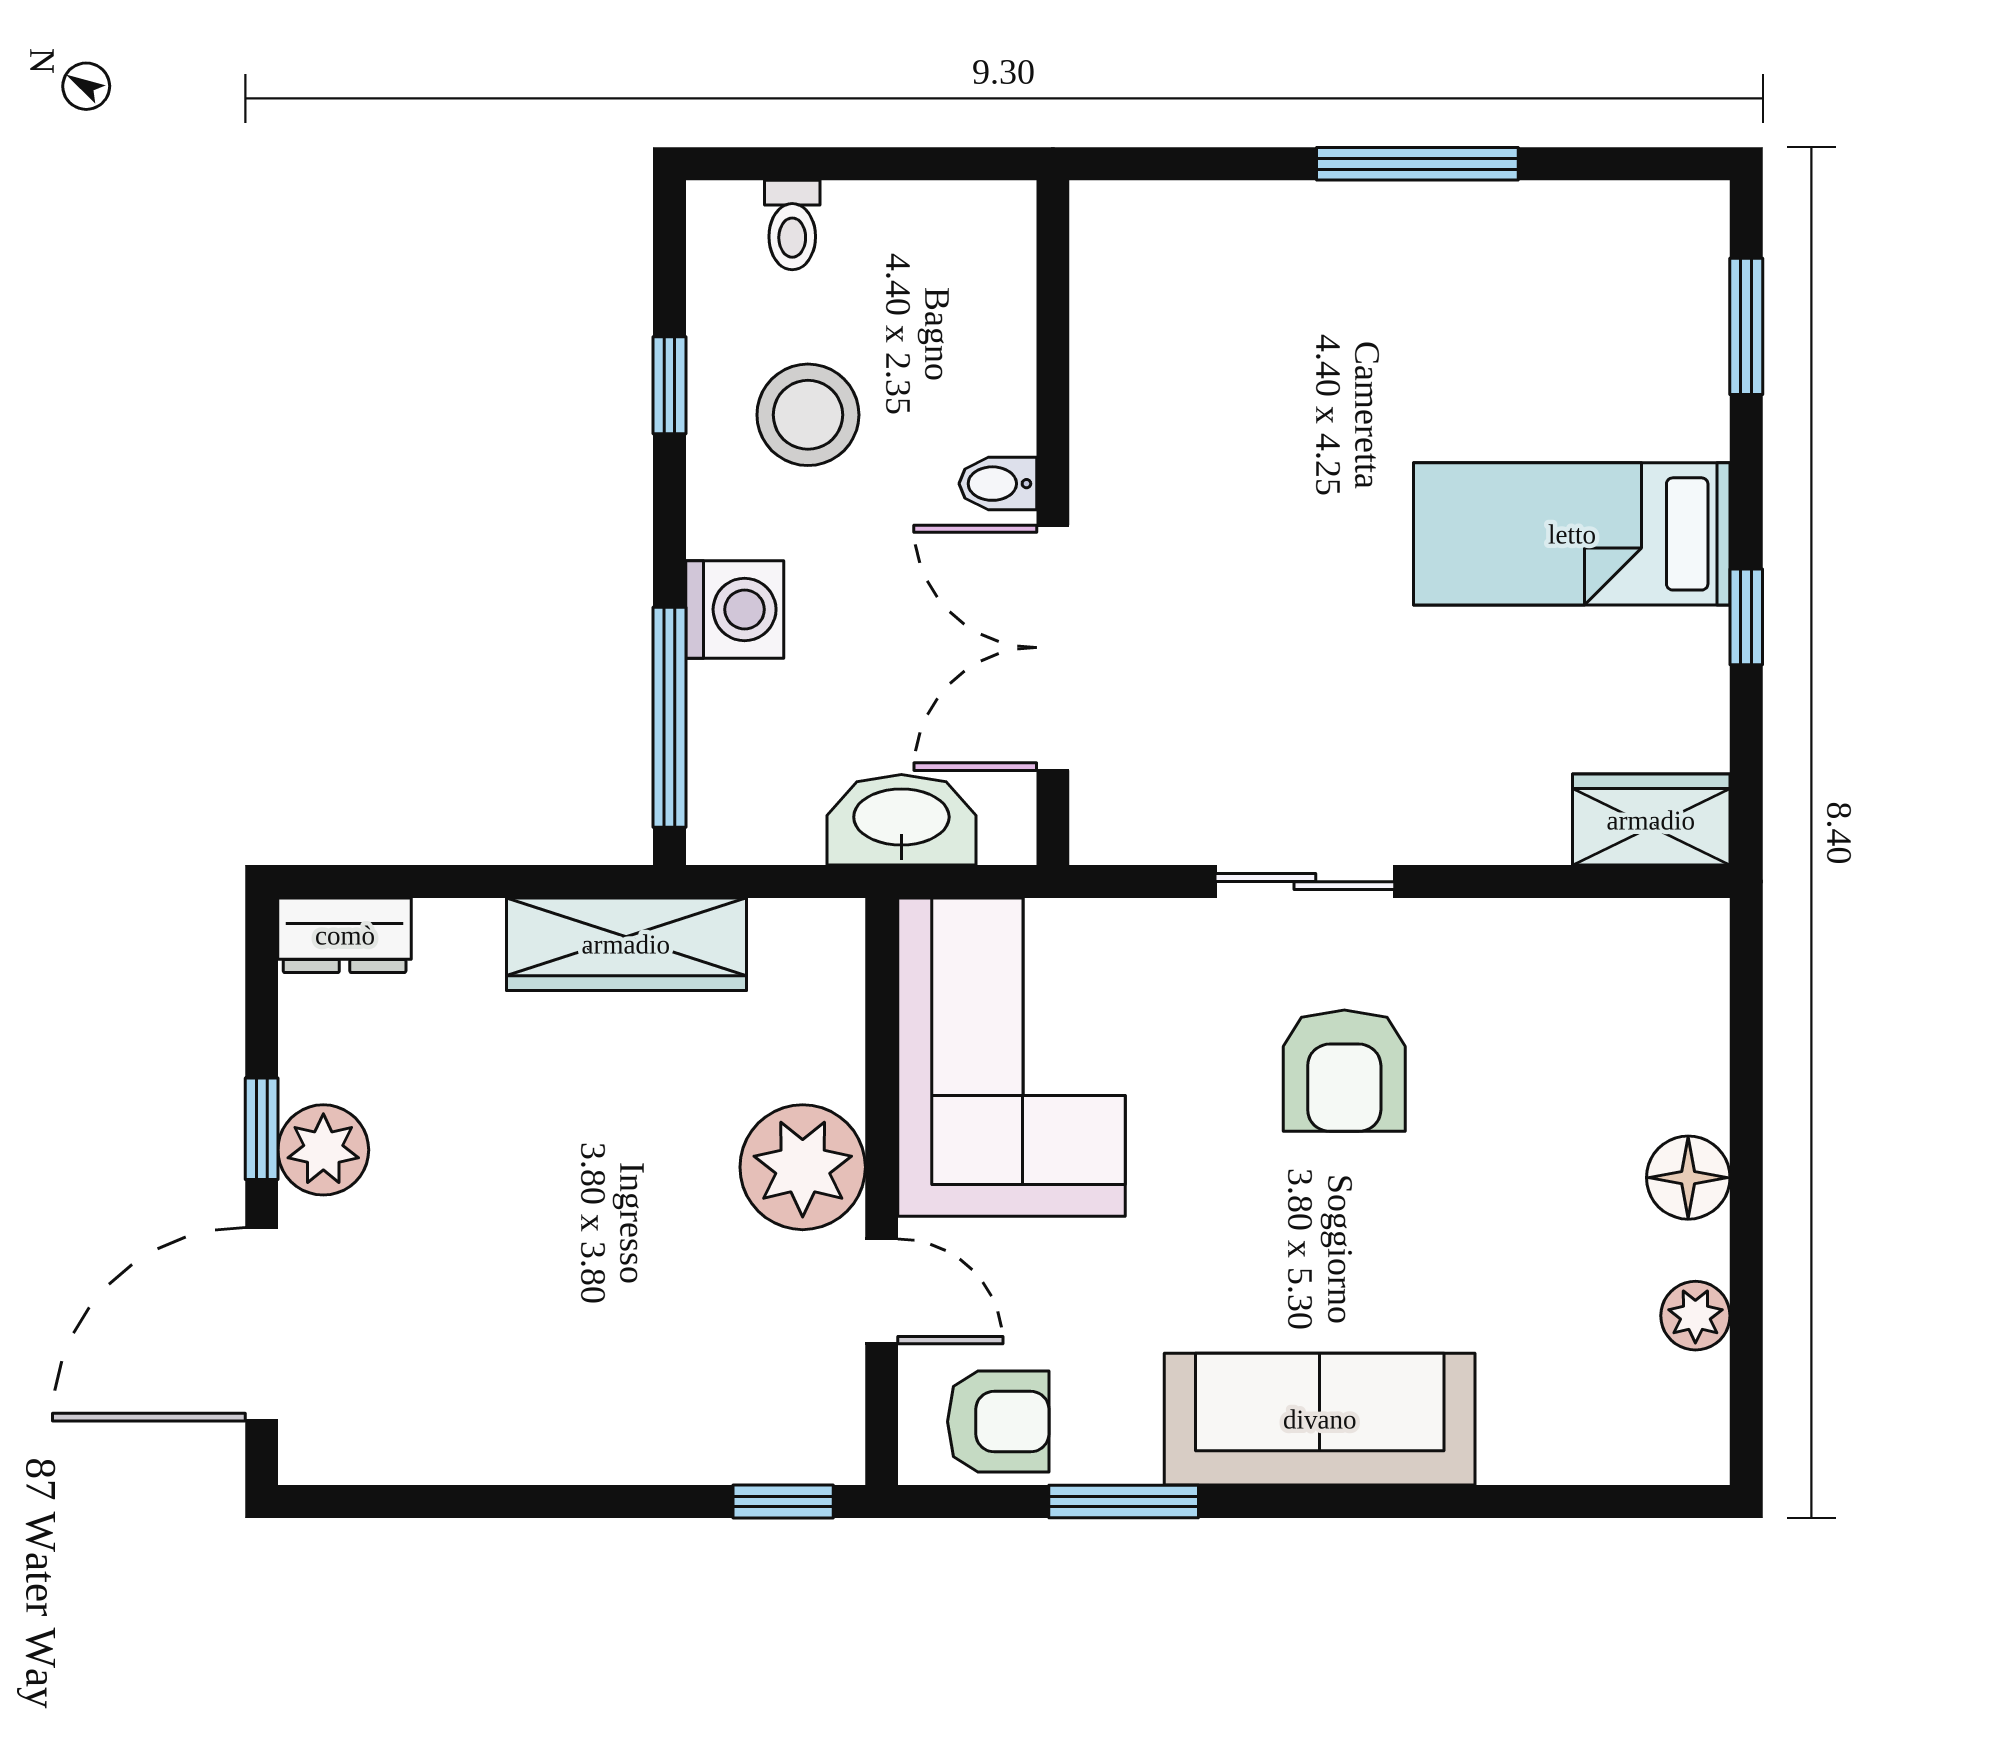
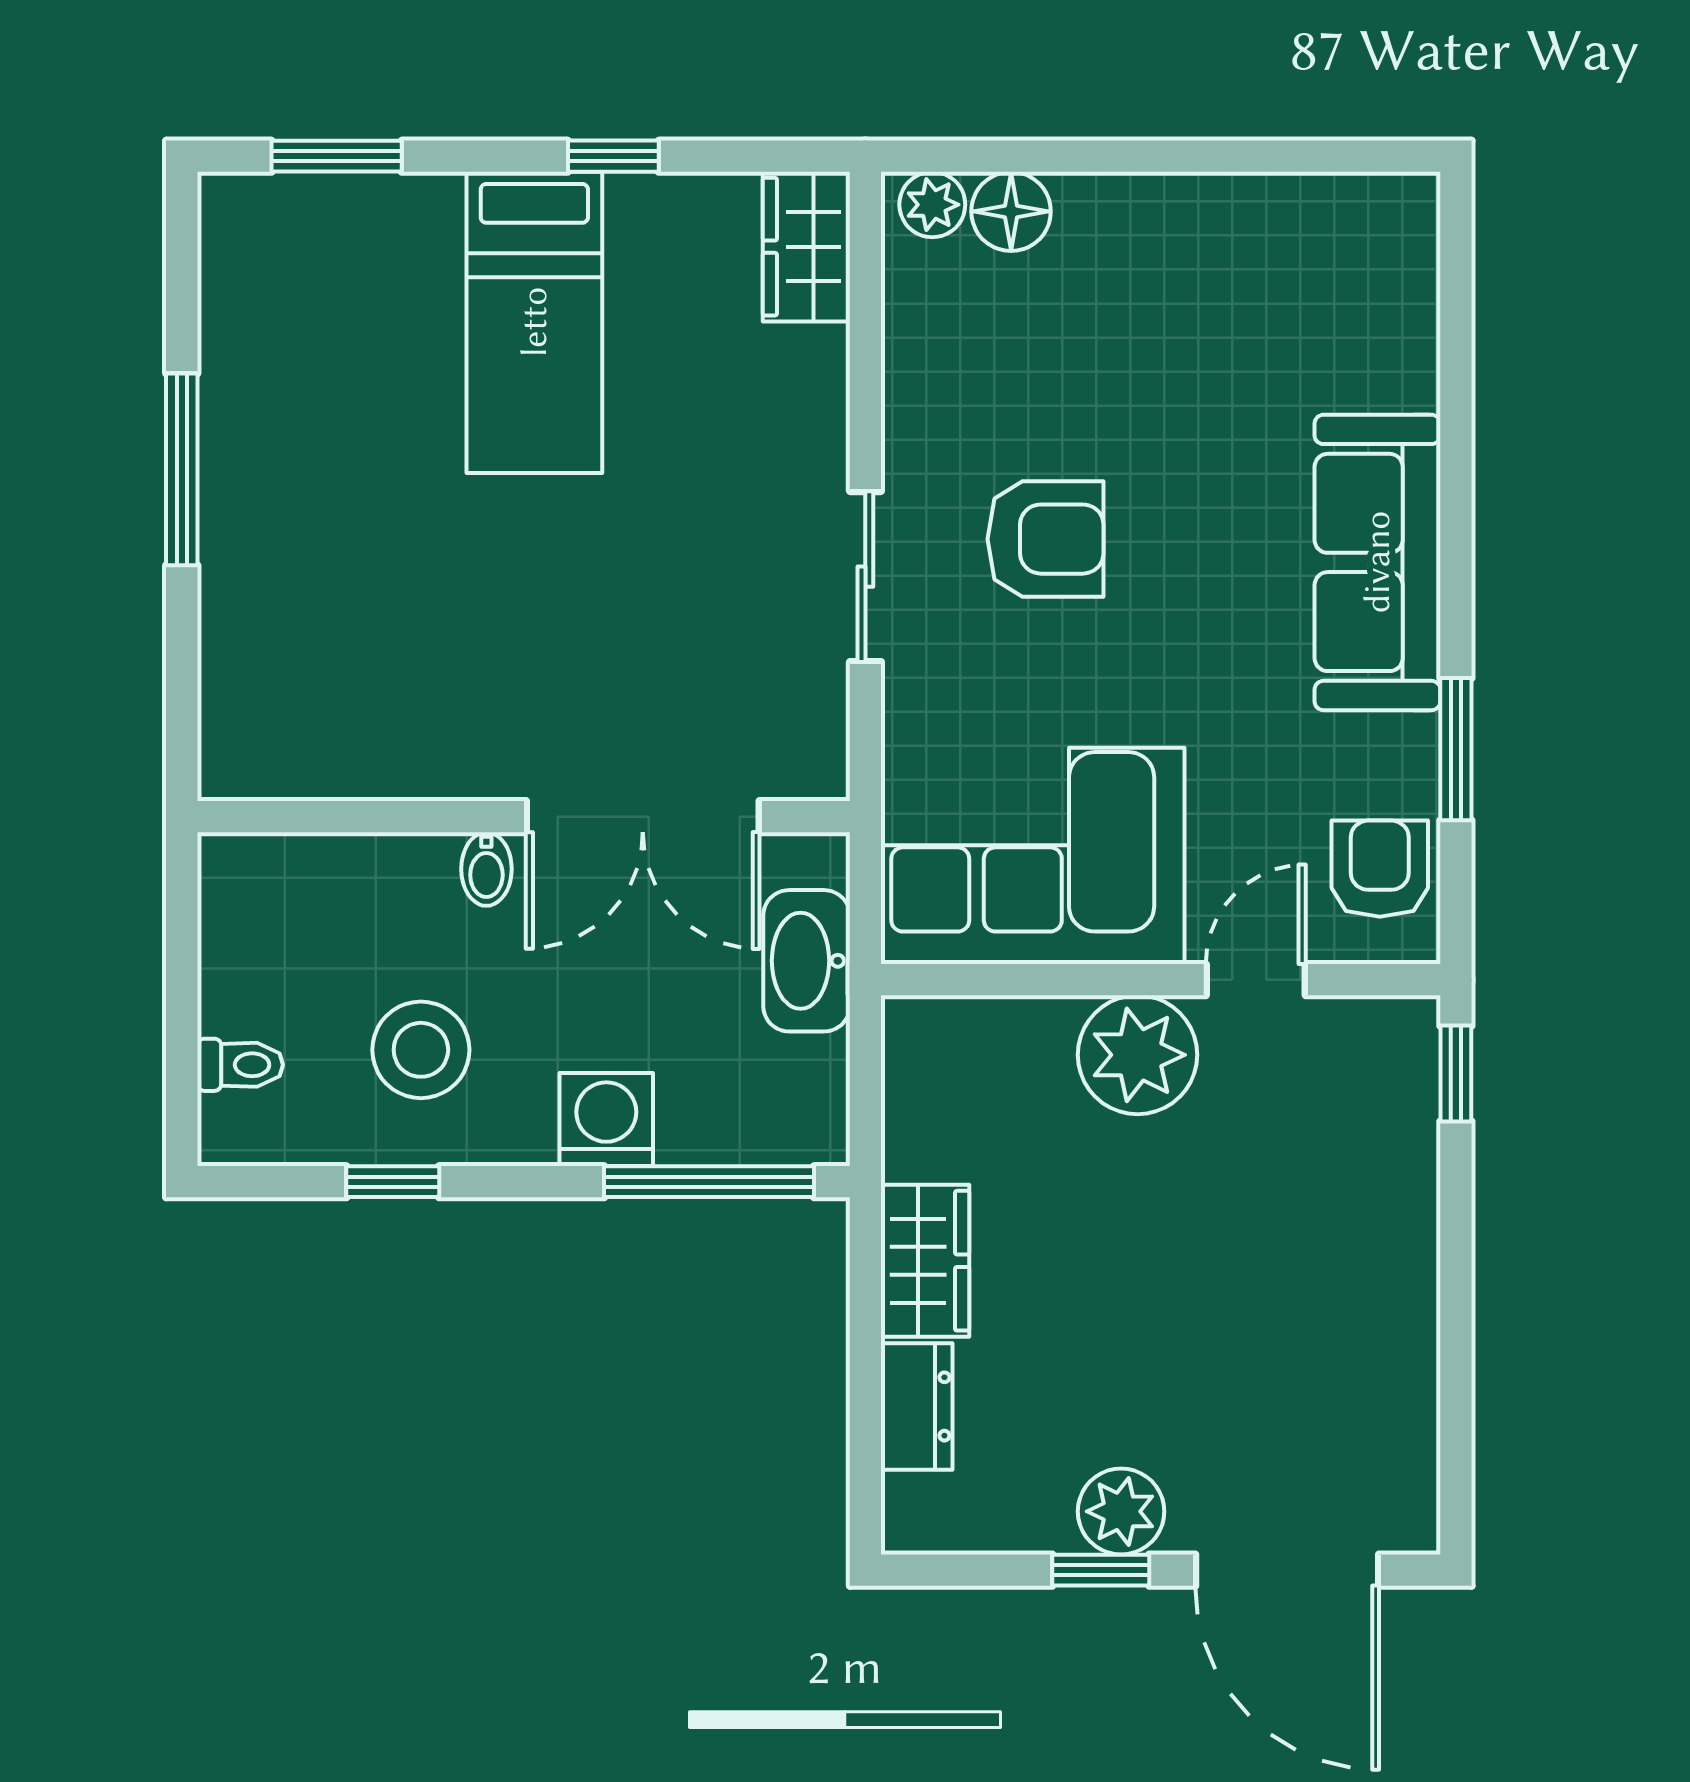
dresser: (345, 935) -> (917, 1406), moved
wardrobe: (626, 944) -> (925, 1261), width x0.67
floor lamp: (1688, 1178) -> (1011, 211), moved
plant: (1695, 1316) -> (932, 205), moved

